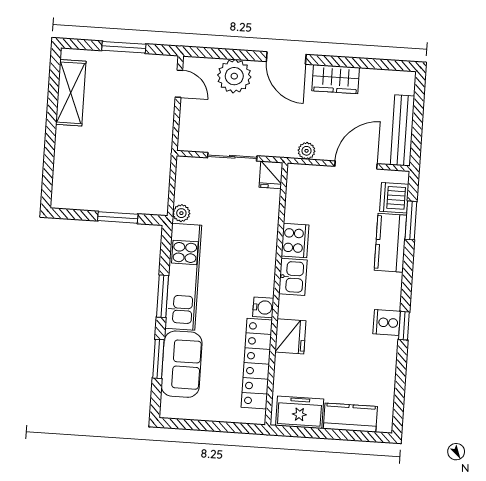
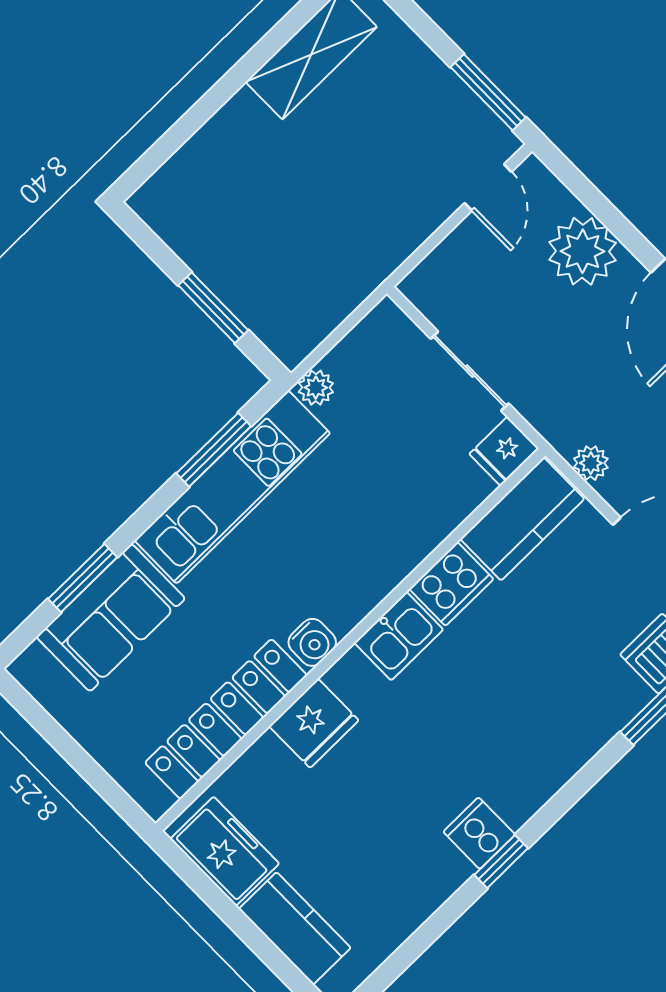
window: (124, 47) -> (488, 92), moved
kitchen counter: (391, 243) -> (522, 519), moved, turned 180
window: (163, 296) -> (214, 450), moved

